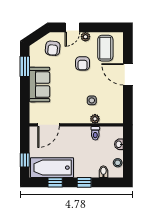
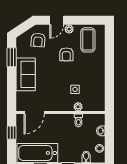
door: (128, 74) -> (109, 65), removed
window: (25, 160) -> (12, 133), moved

